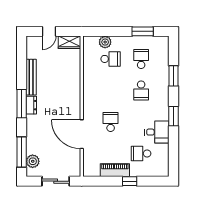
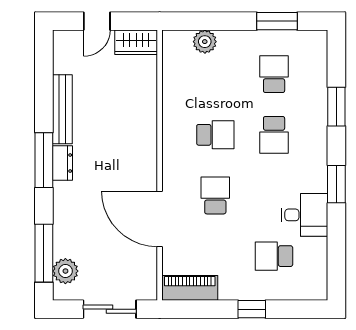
school desk: (111, 59) -> (215, 135), moved
piano: (115, 170) -> (190, 288), moved

